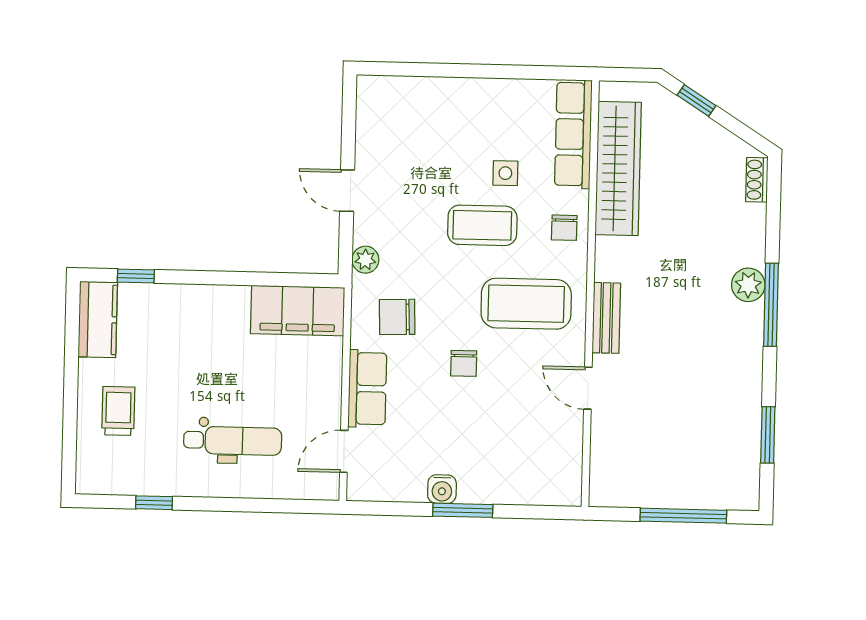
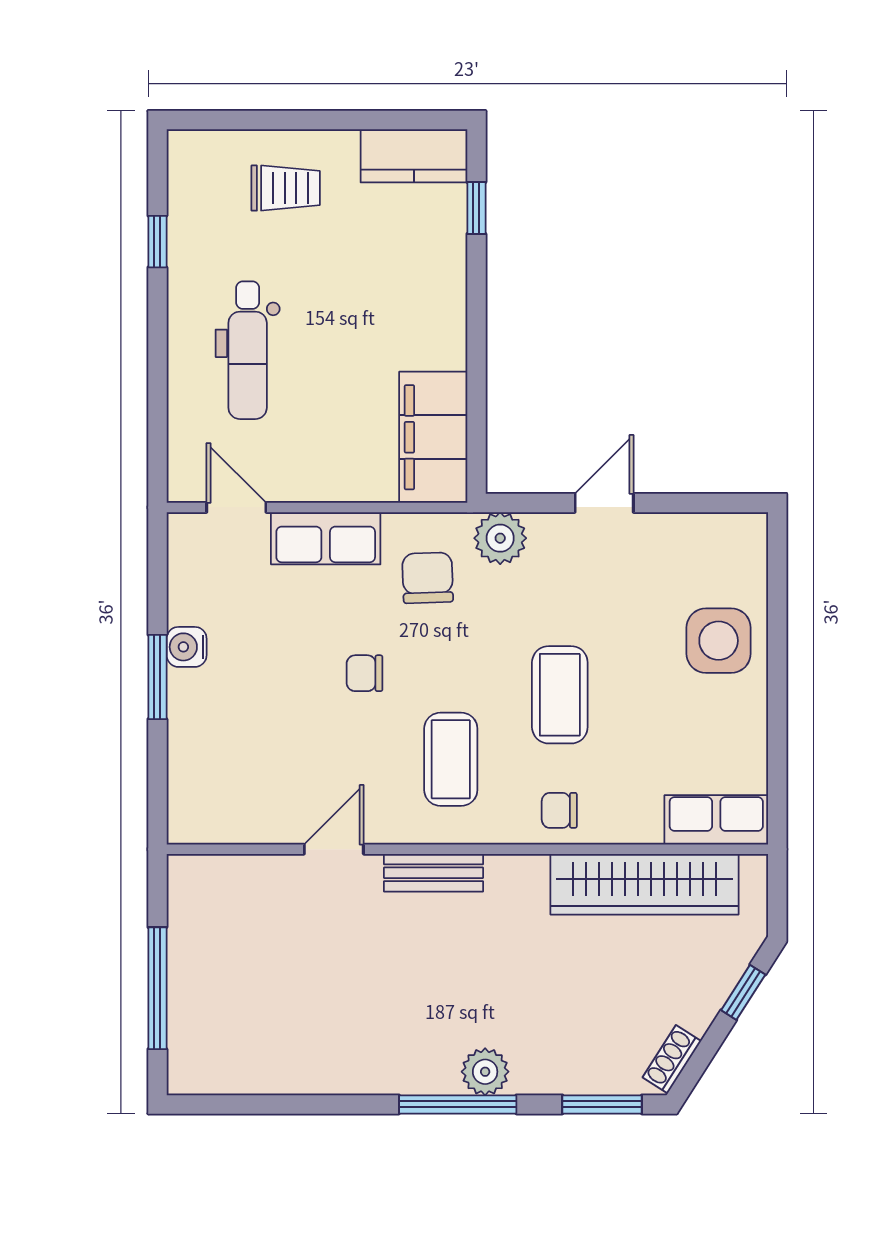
row of seats: (573, 134) -> (716, 820), width x0.68
side table: (505, 173) -> (719, 641), moved, width x1.87, depth x1.87
shoe rack: (757, 180) -> (672, 1059), moved, turned -57
plant: (365, 260) -> (500, 538), width x1.38, depth x1.38
coffee table: (526, 304) -> (451, 759), width x0.73, depth x0.76
window: (768, 435) -> (602, 1104), moved

